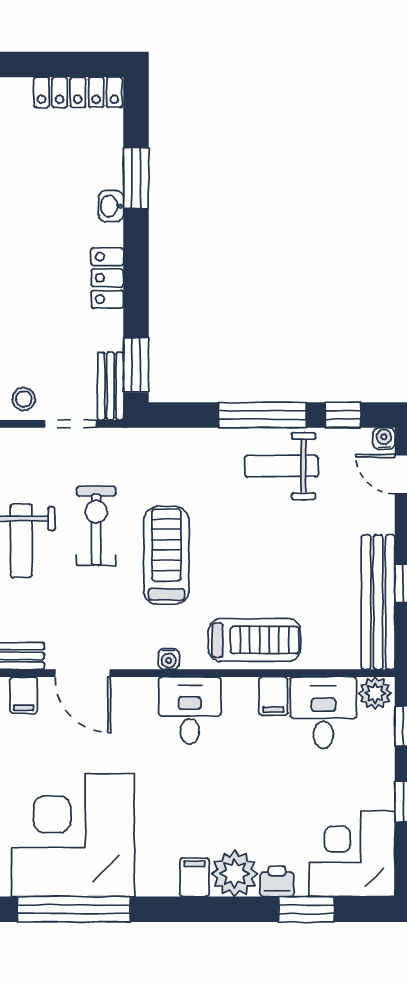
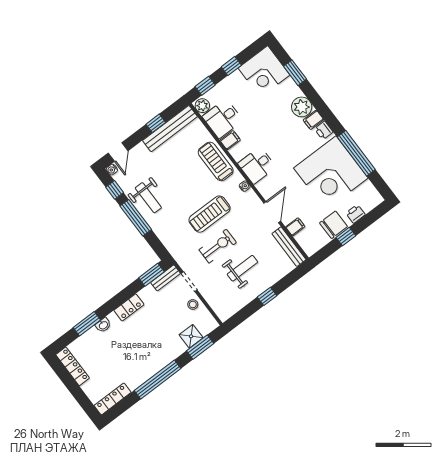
exercise bike: (96, 526) -> (218, 246), turned 180
printer: (277, 881) -> (324, 130), moved

